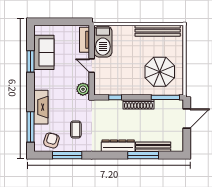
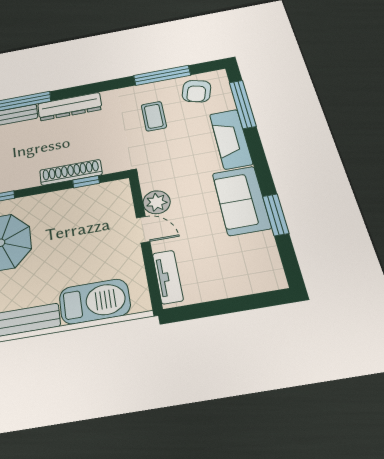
barbecue: (103, 42) -> (95, 301), moved, turned 90
sofa: (44, 52) -> (241, 200), moved
plant: (83, 89) -> (157, 202), moved
shoe rack: (138, 104) -> (71, 172), moved

